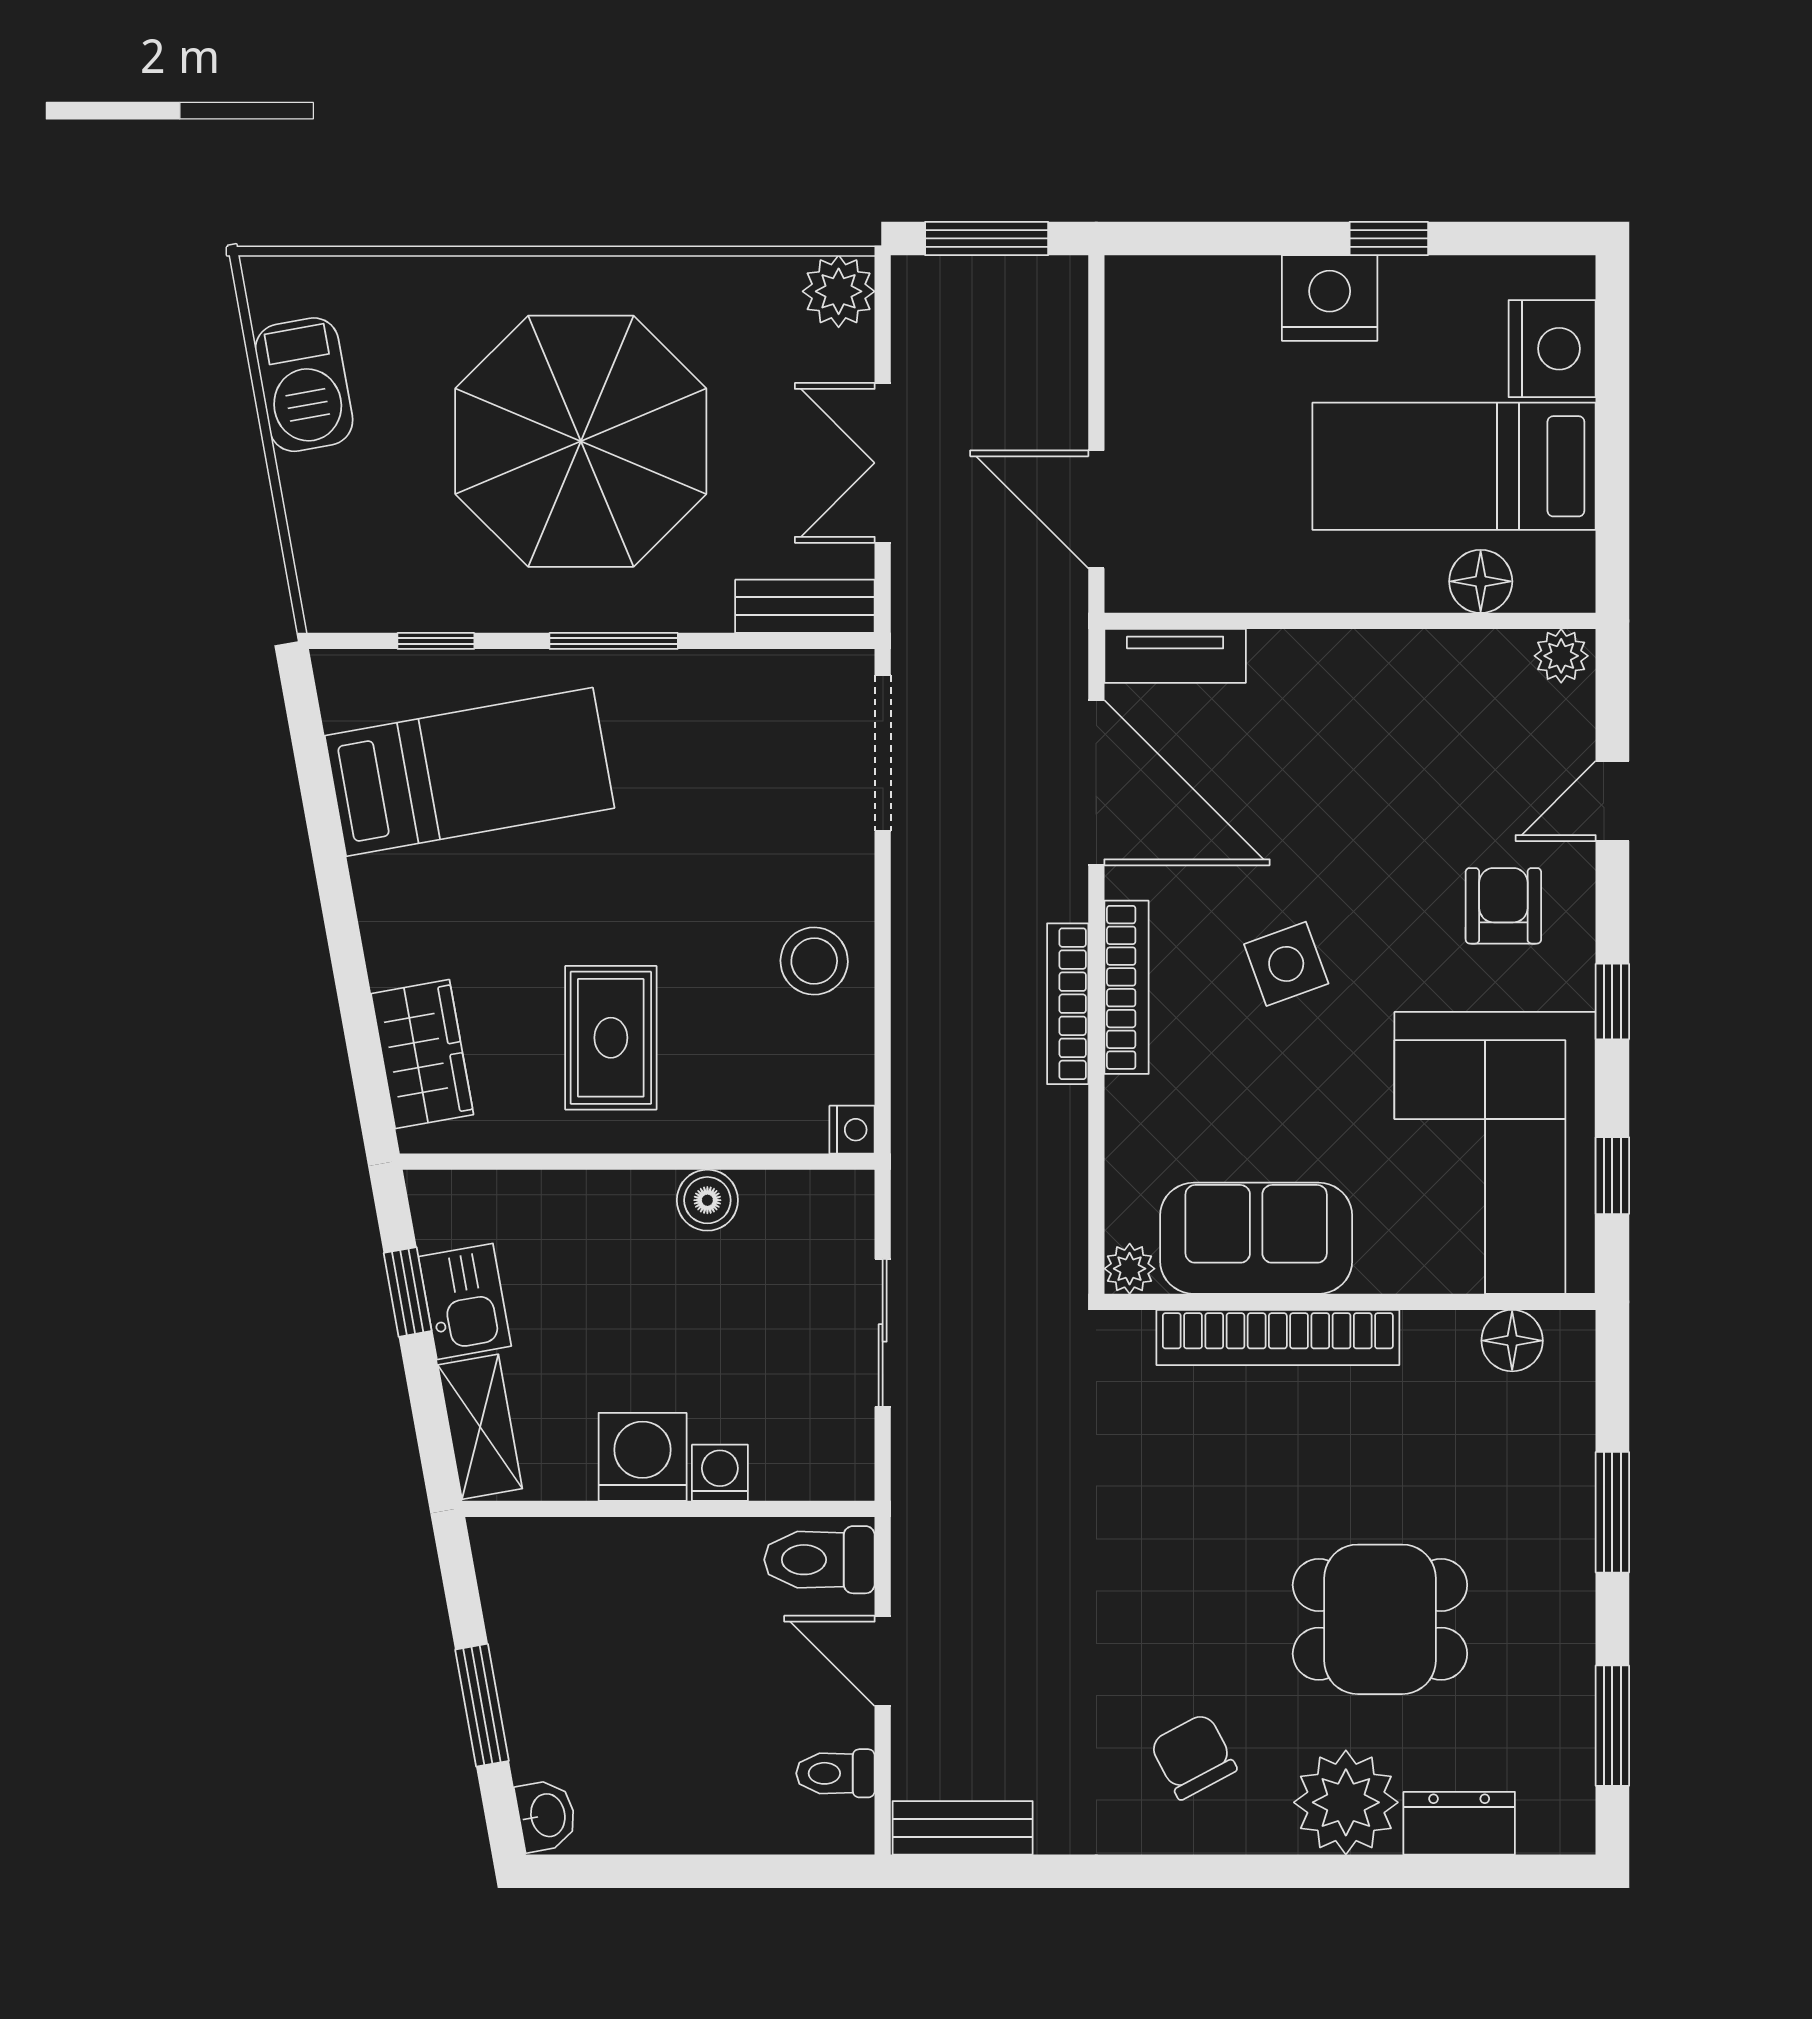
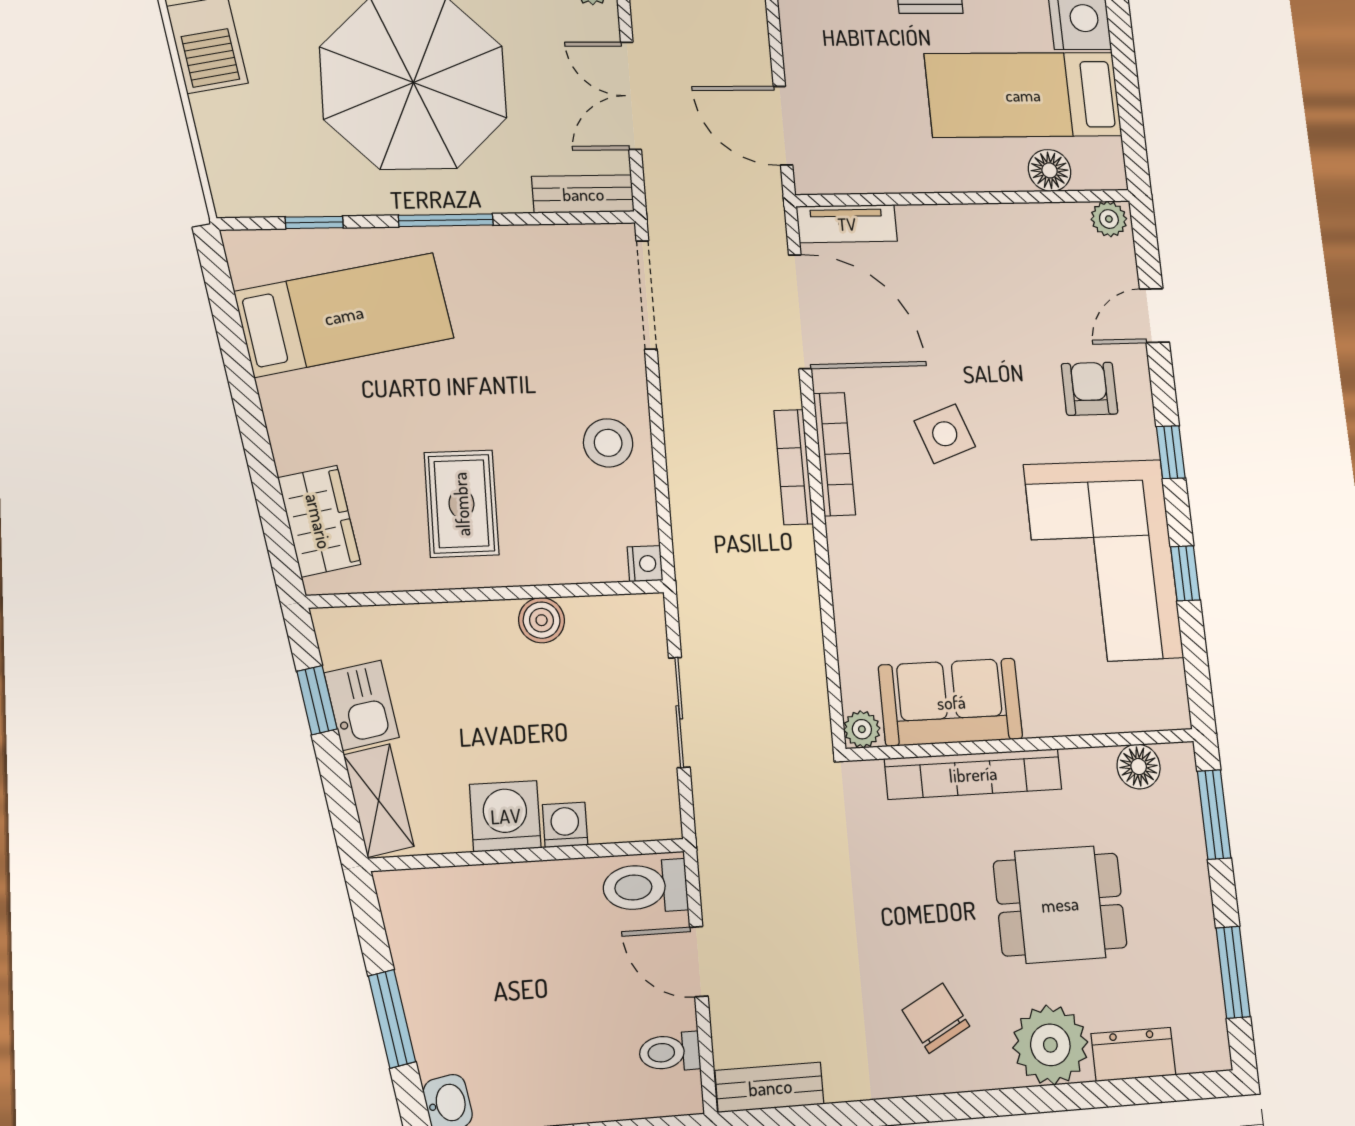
sofa: (1256, 1238) -> (951, 702), moved
plant: (1130, 1269) -> (862, 729), moved
wall: (1350, 1302) -> (1022, 745), moved
bookcase: (1278, 1337) -> (973, 774), moved
floor lamp: (1512, 1341) -> (1139, 767), moved

